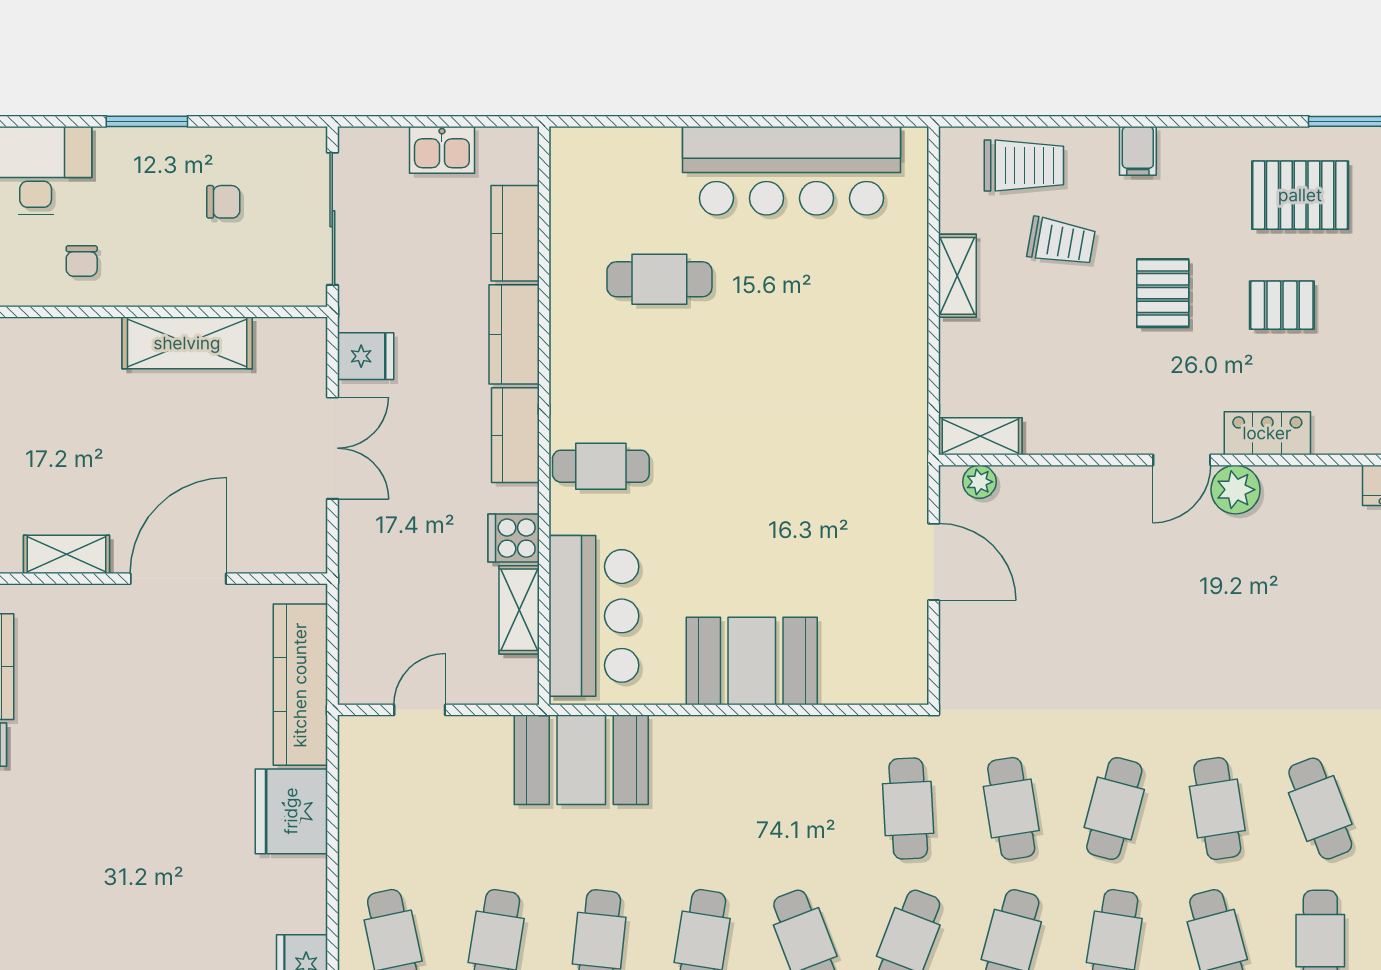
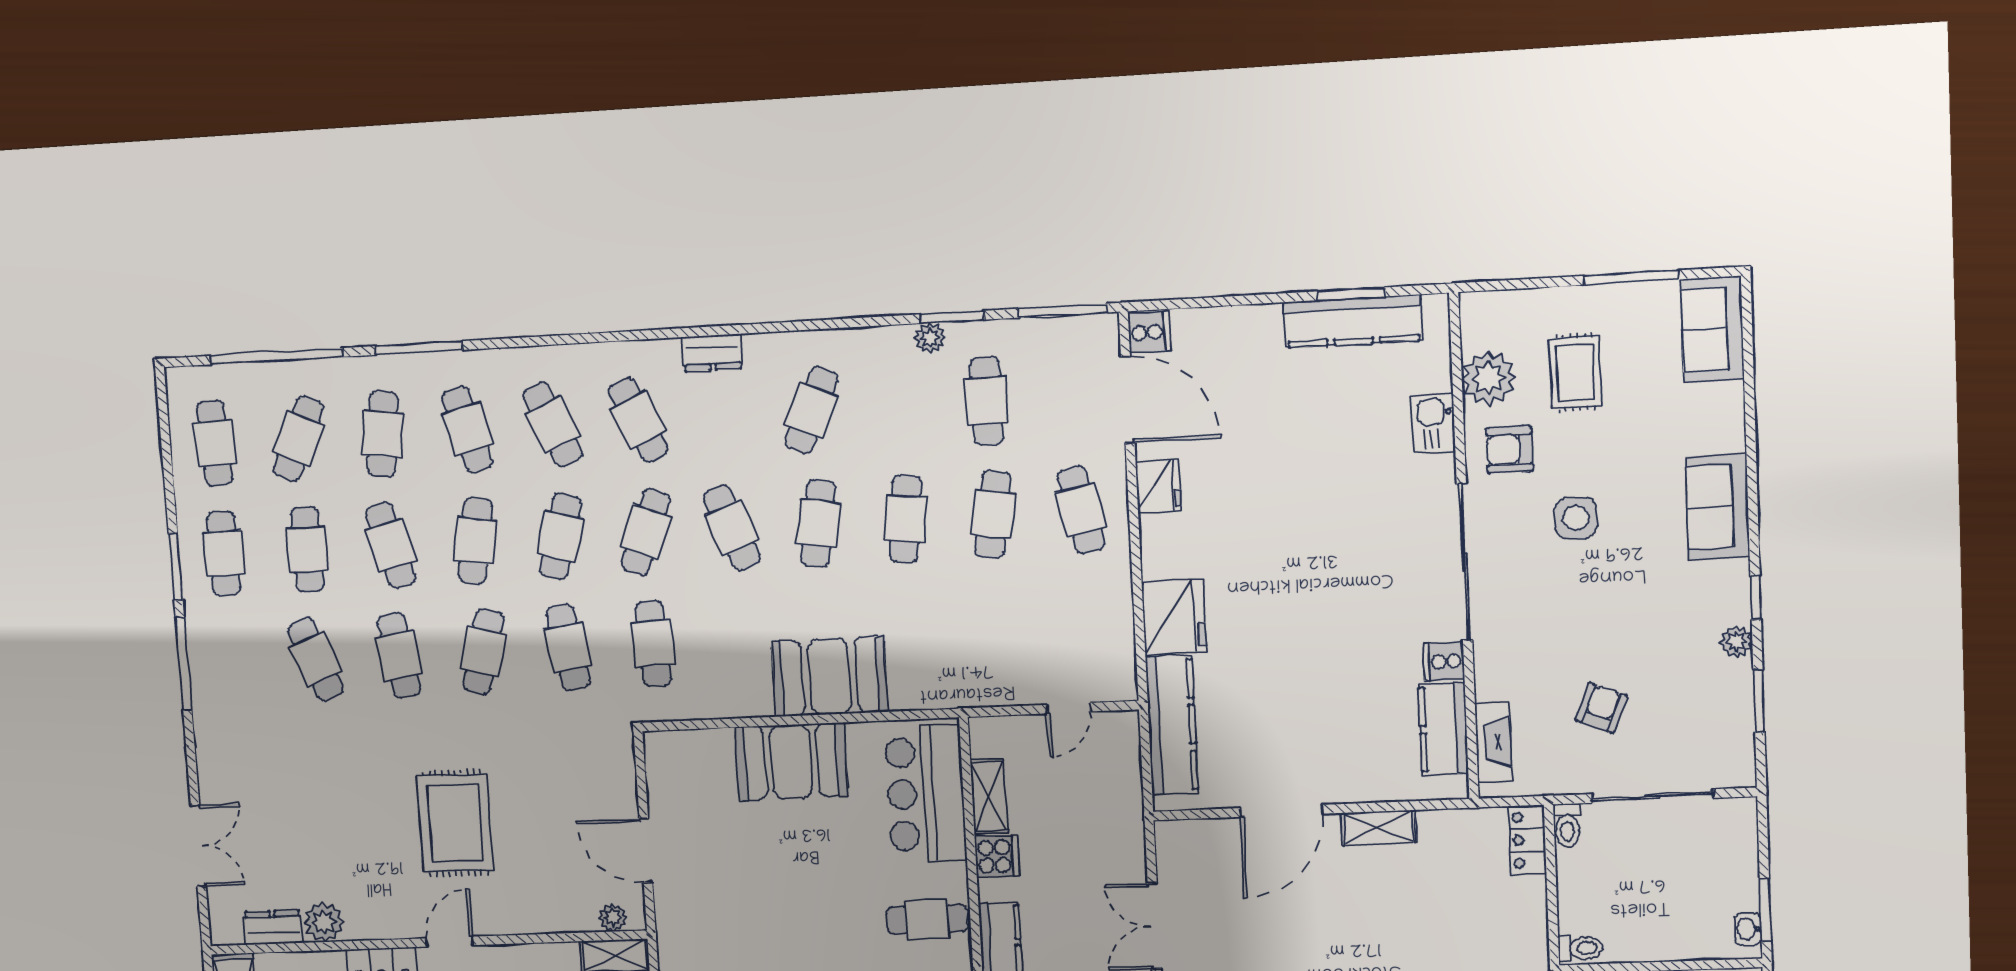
plant: (1236, 490) -> (324, 922), moved
rug: (1164, 604) -> (455, 823), added
booth: (581, 760) -> (829, 676), moved

